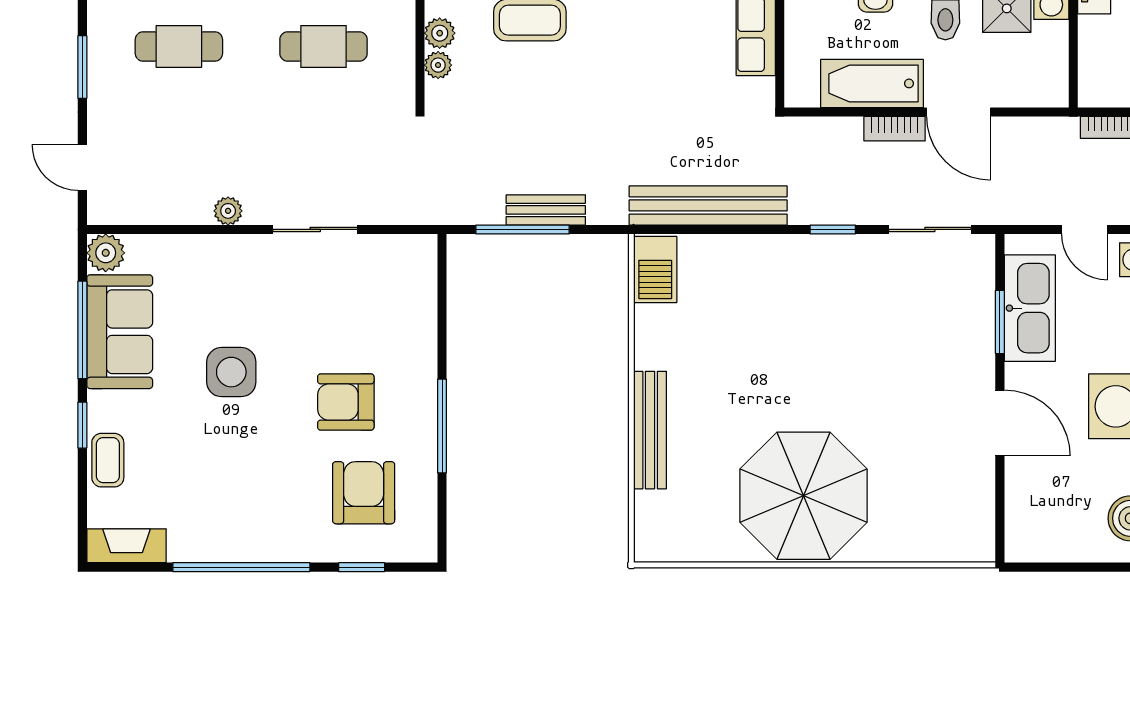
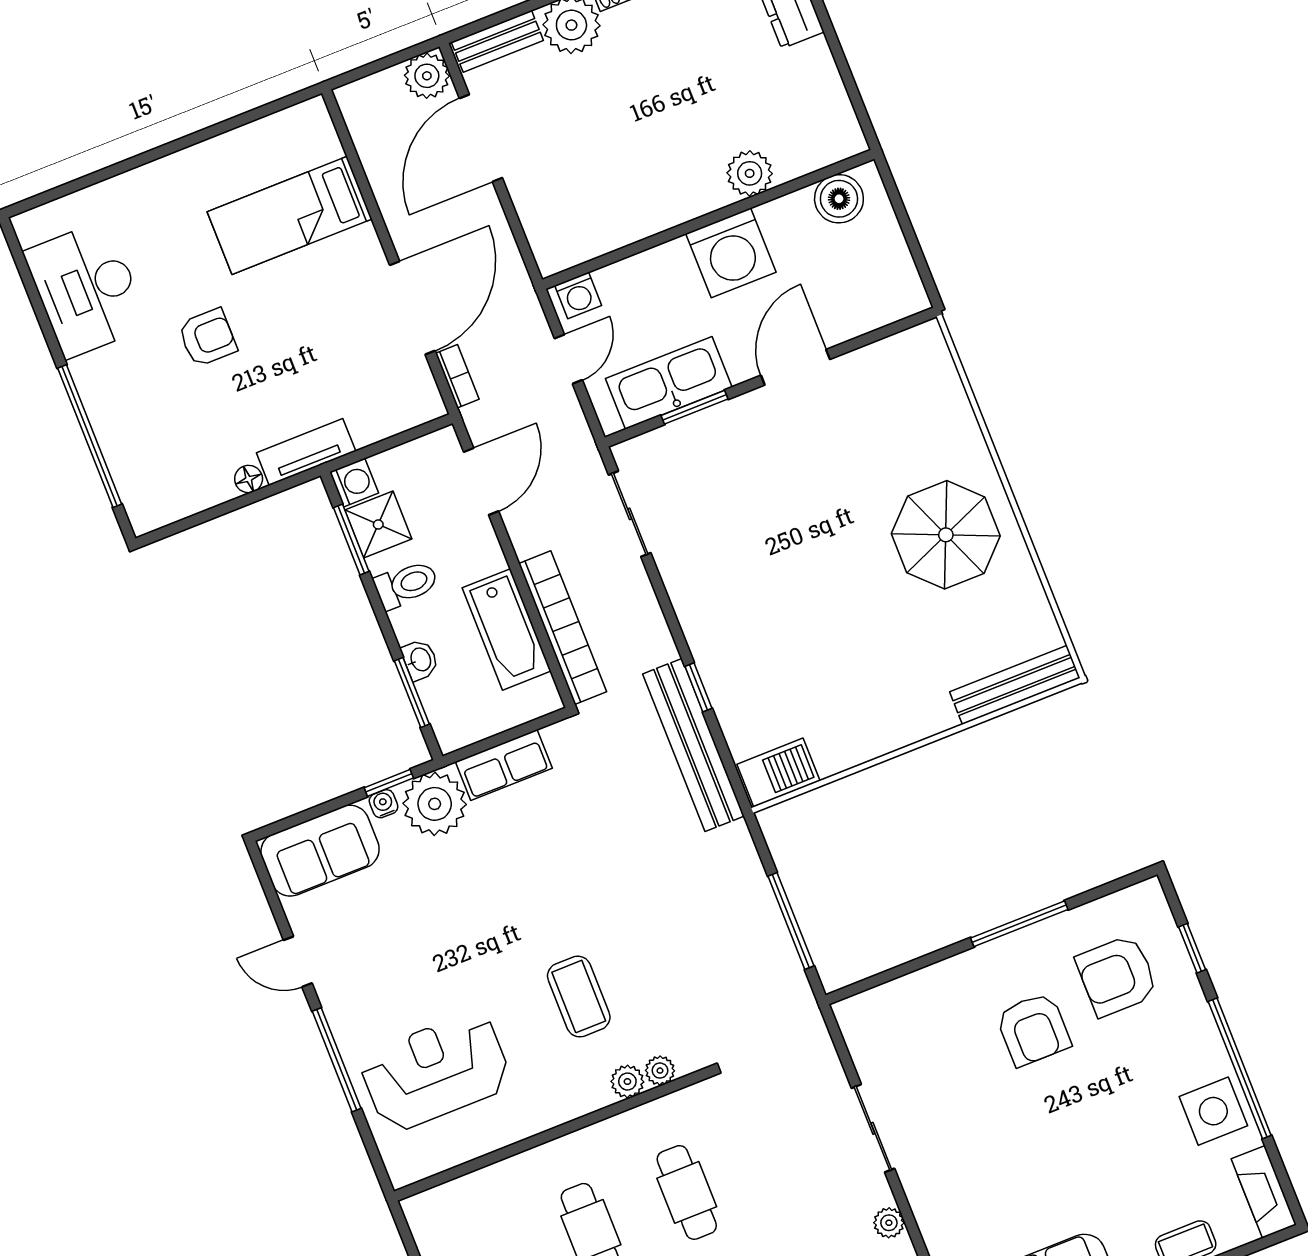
door: (958, 112) -> (481, 482), moved
bookcase: (895, 129) -> (563, 628), width x2.31, depth x1.31
bench: (546, 210) -> (762, 905), removed
window: (833, 229) -> (698, 687), moved
side table: (231, 372) -> (1213, 1111), moved
bench: (650, 430) -> (1015, 685), moved
parasol: (803, 496) -> (946, 535), width x0.73, depth x0.73

